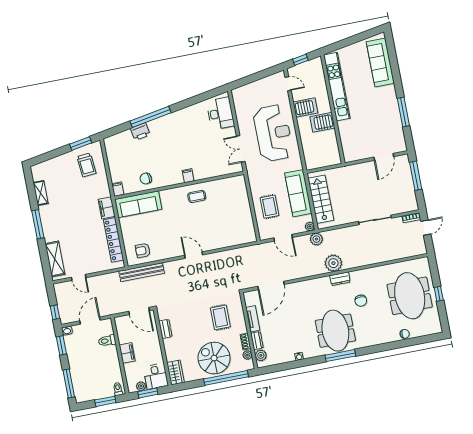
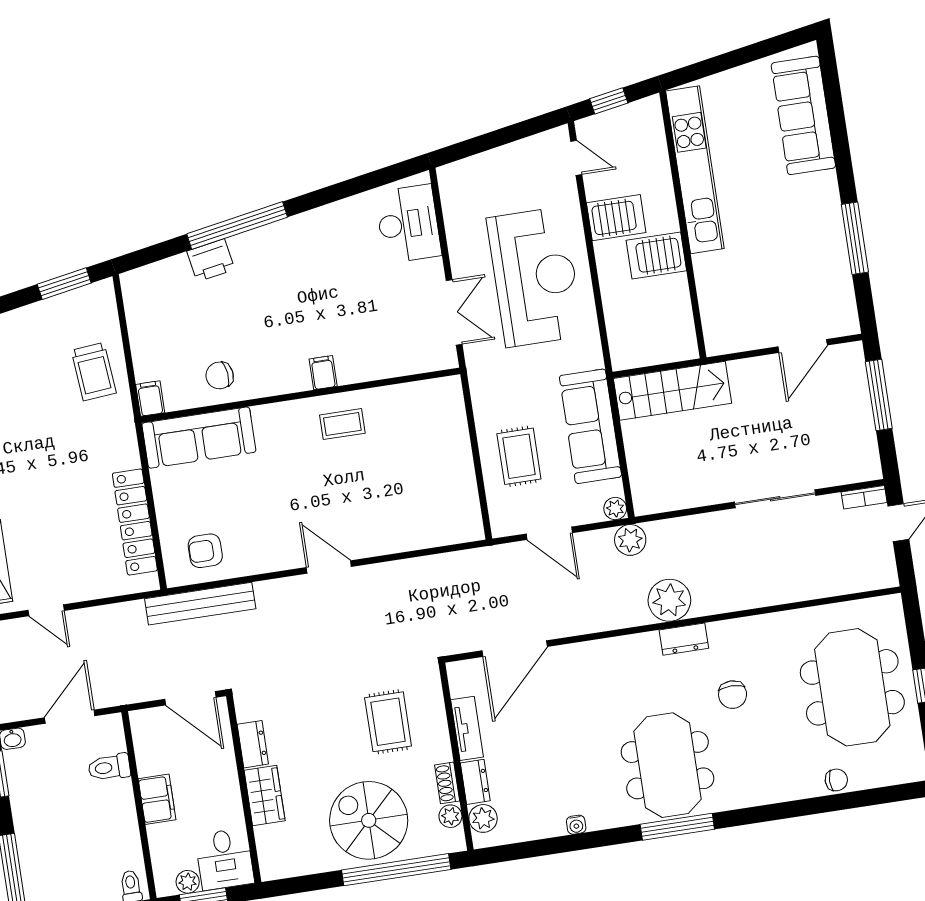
double door: (241, 149) -> (454, 312), swing flipped
trolley: (86, 165) -> (94, 372), moved
stairs: (321, 199) -> (672, 391), moved, turned 90
filing cabinet: (107, 208) -> (121, 443), removed
wardrobe: (175, 372) -> (265, 796), moved

